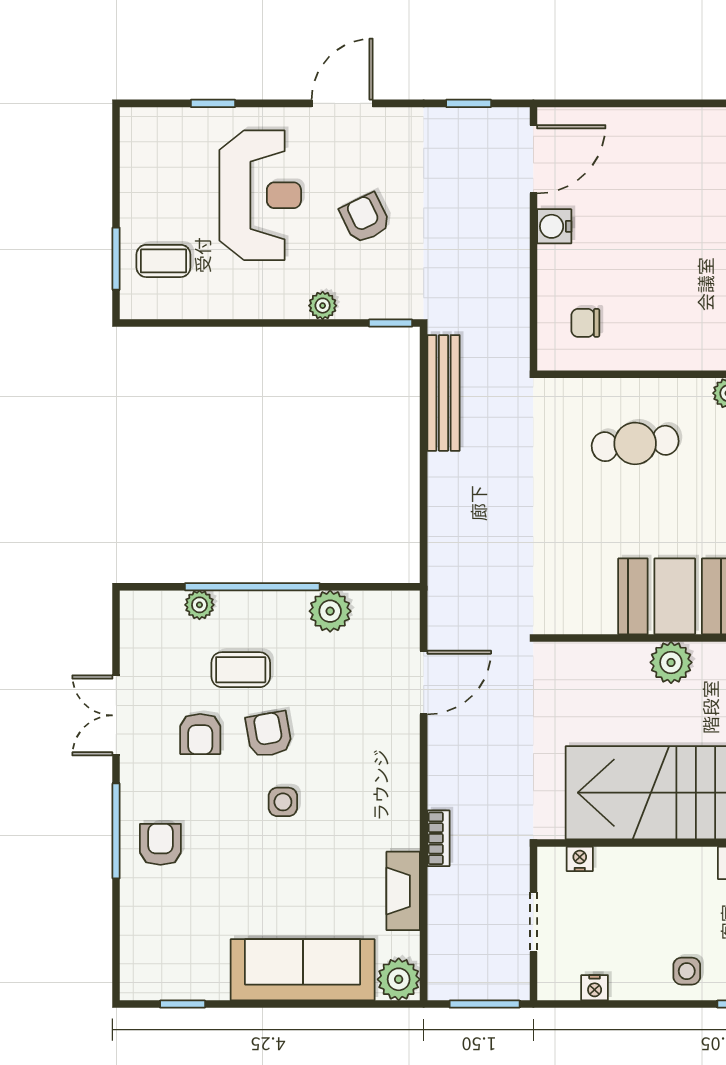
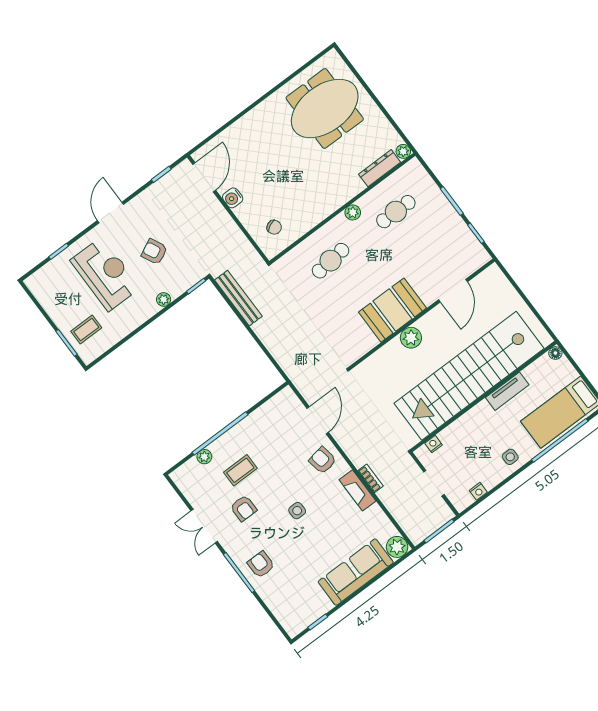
chair: (585, 323) -> (274, 227), turned -116
plant: (330, 611) -> (259, 420), removed
armchair: (269, 734) -> (323, 460), moved
fireplace: (403, 891) -> (357, 490), moved

